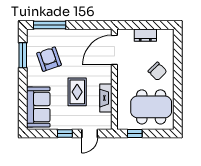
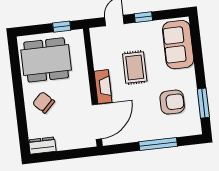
window: (50, 25) -> (158, 144), moved
dresser: (145, 35) -> (42, 145), moved
armchair: (49, 59) -> (172, 102), turned -71
fireplace: (106, 98) -> (103, 87), moved

